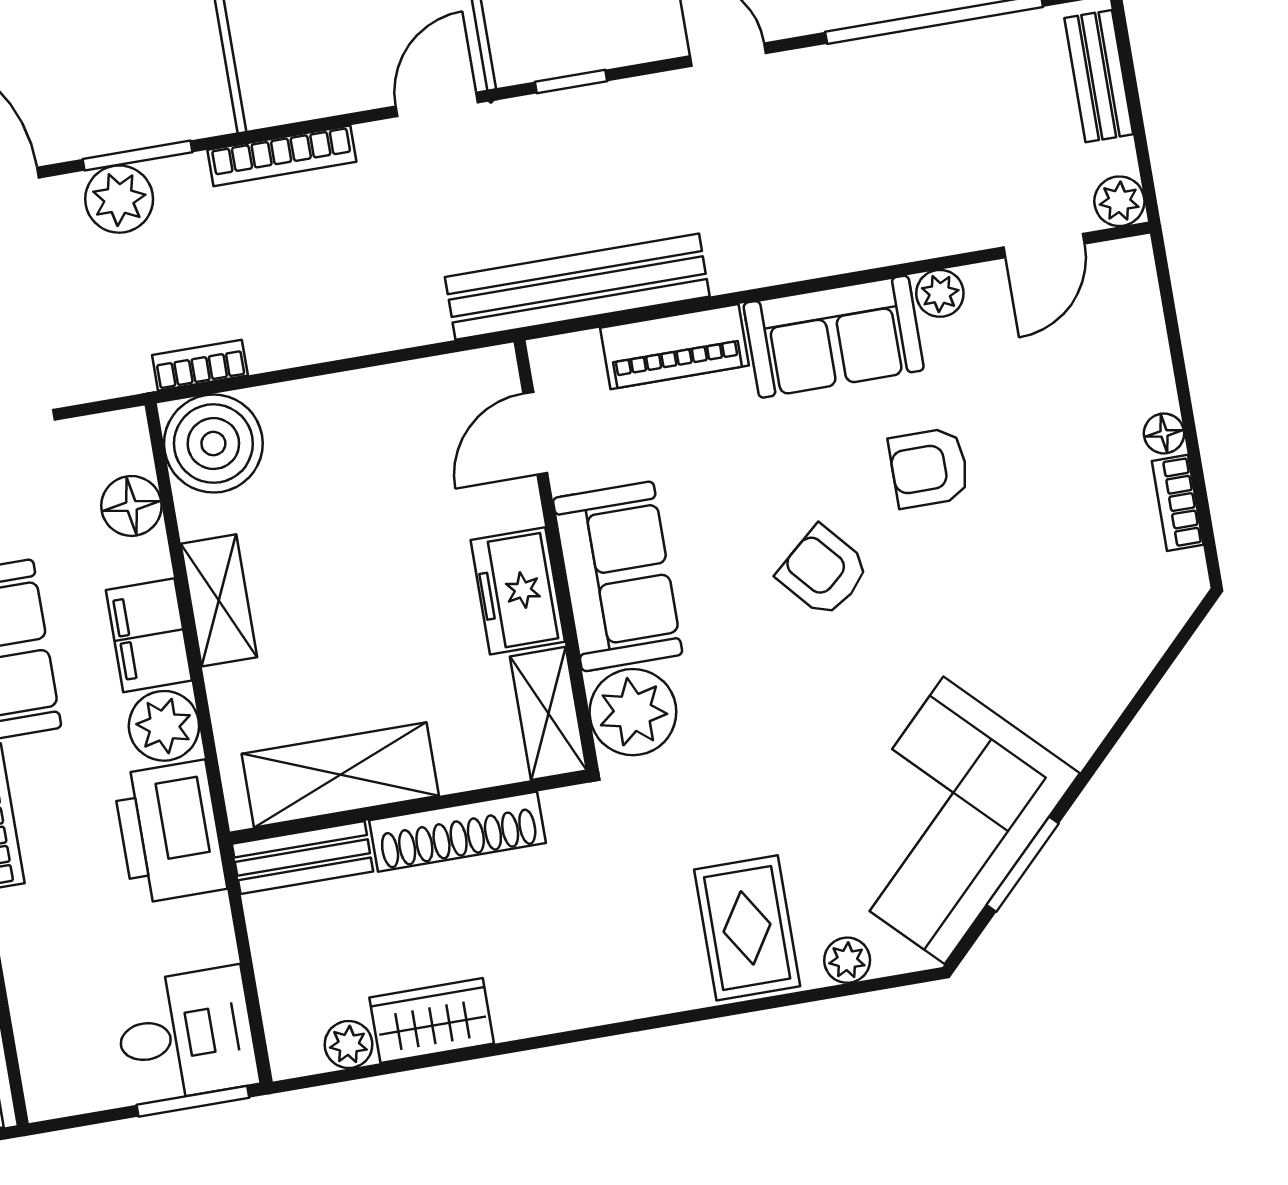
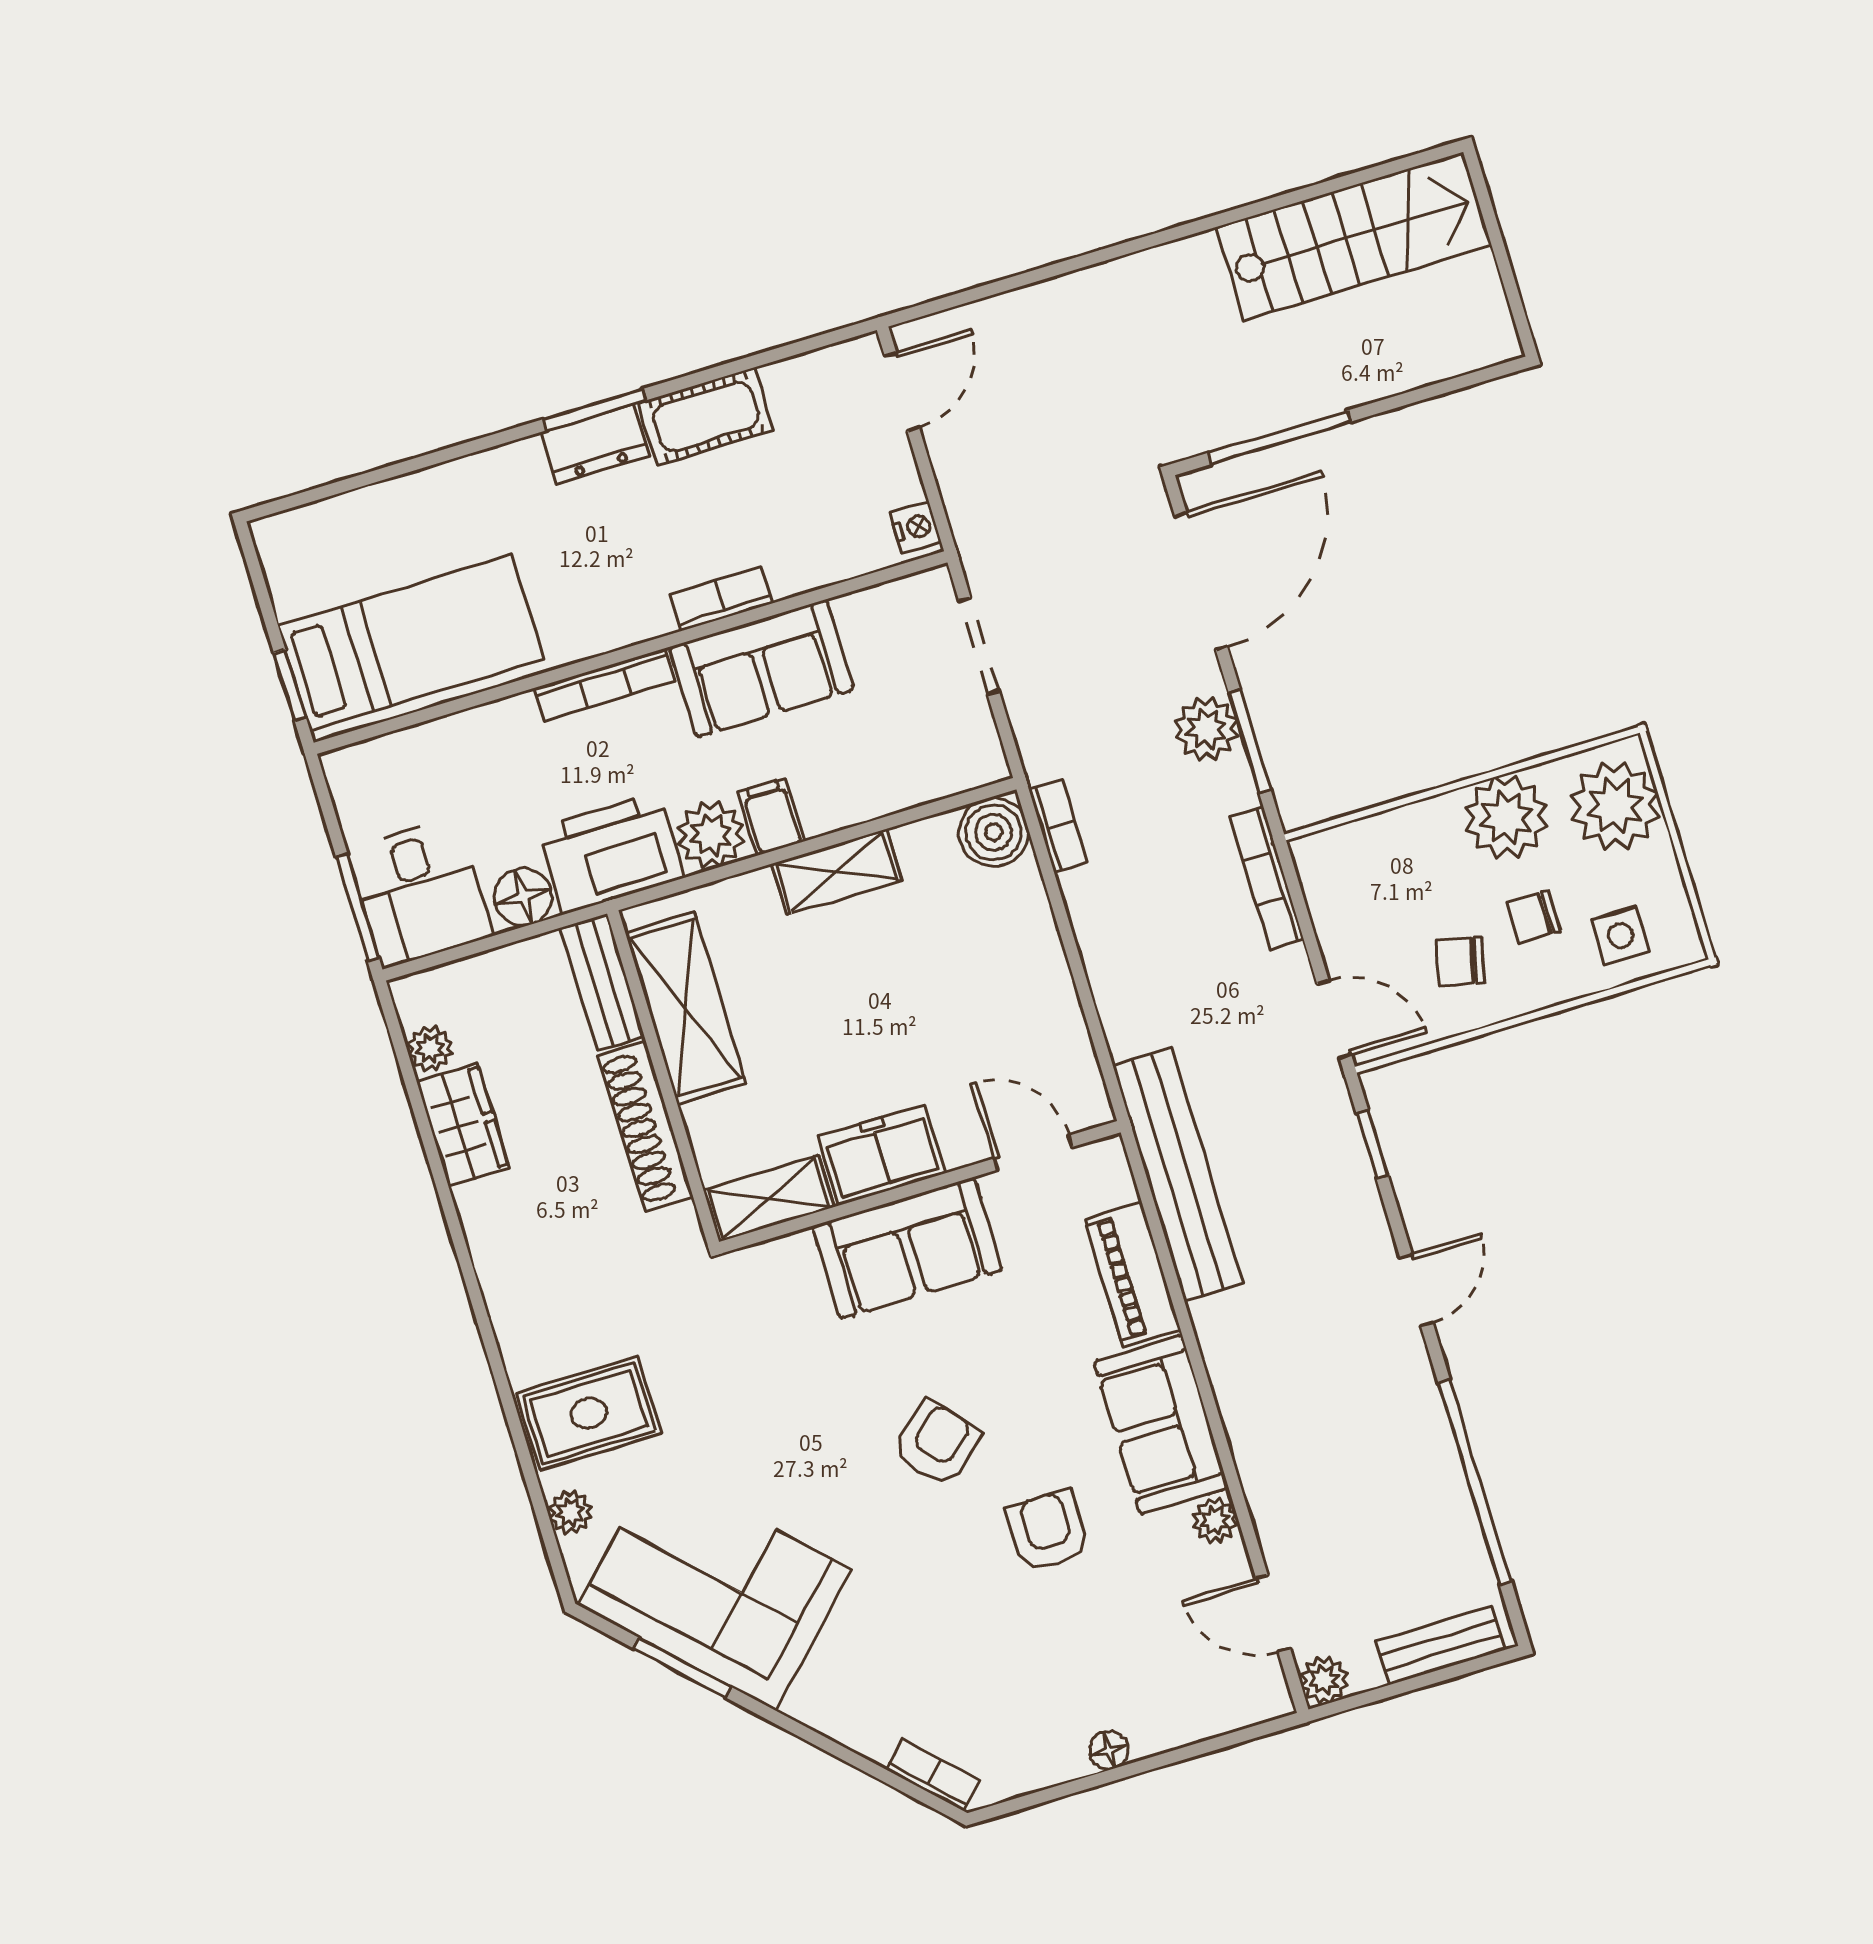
boiler: (213, 444) -> (994, 832), width x0.73, depth x0.73
bookcase: (1178, 503) -> (933, 1775), moved, turned 45
floor lamp: (131, 506) -> (523, 897), moved
filing cabinet: (149, 635) -> (771, 817), width x0.50
plant: (633, 712) -> (780, 1279), removed

